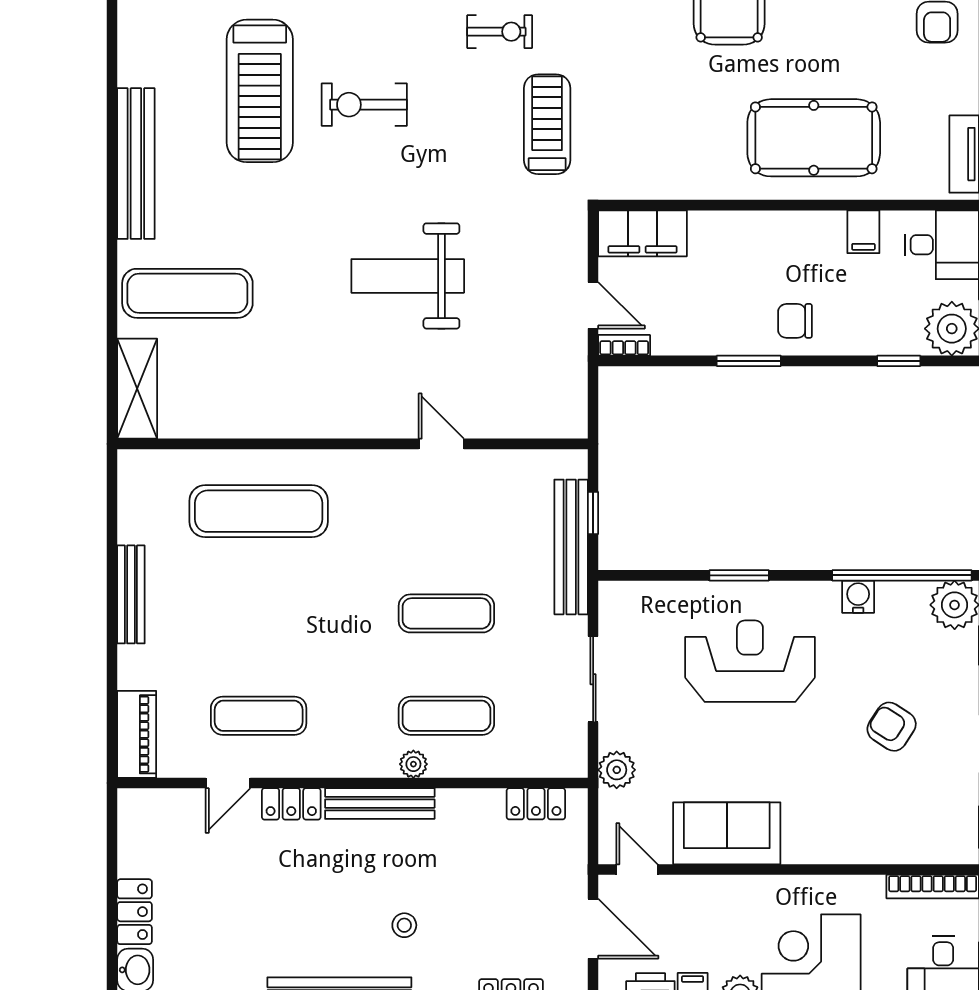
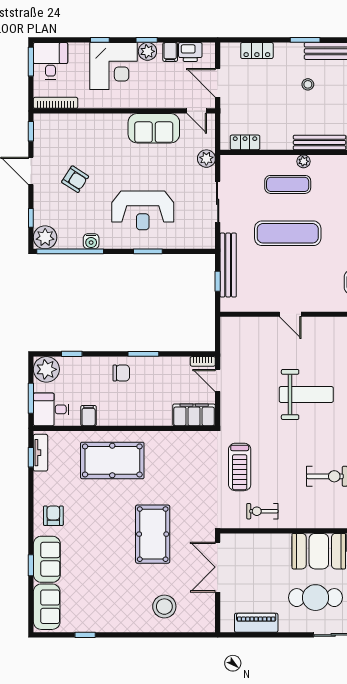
exercise mat: (446, 613) -> (288, 233), width x1.36, depth x1.45

